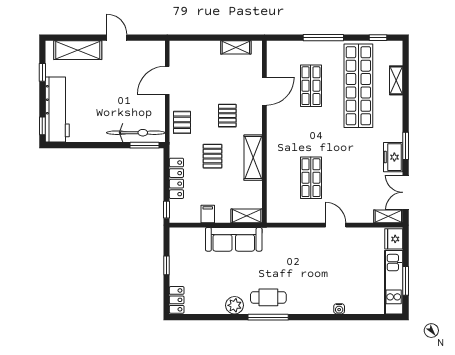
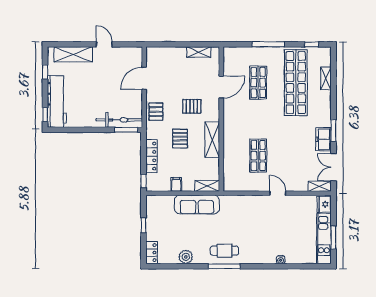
pallet: (227, 116) -> (192, 106), turned 90
plant: (235, 305) -> (186, 257), moved

